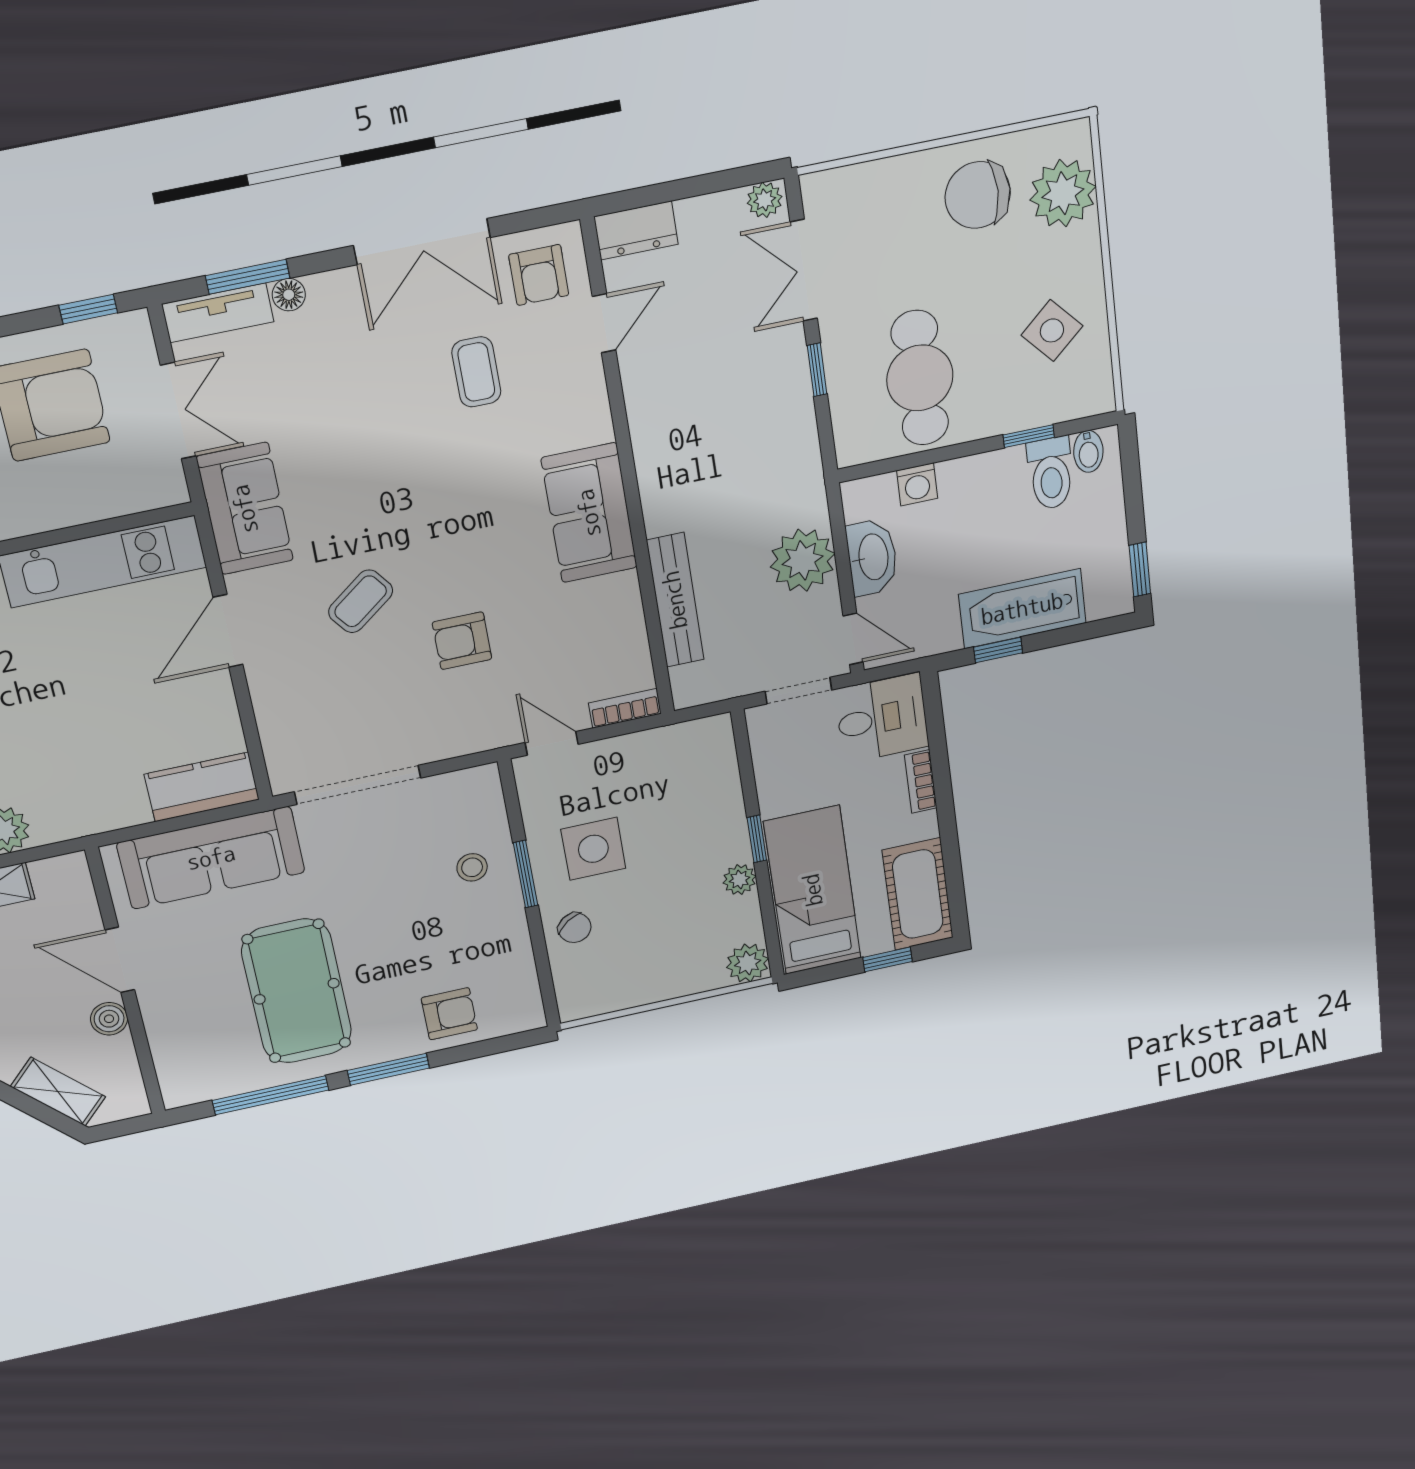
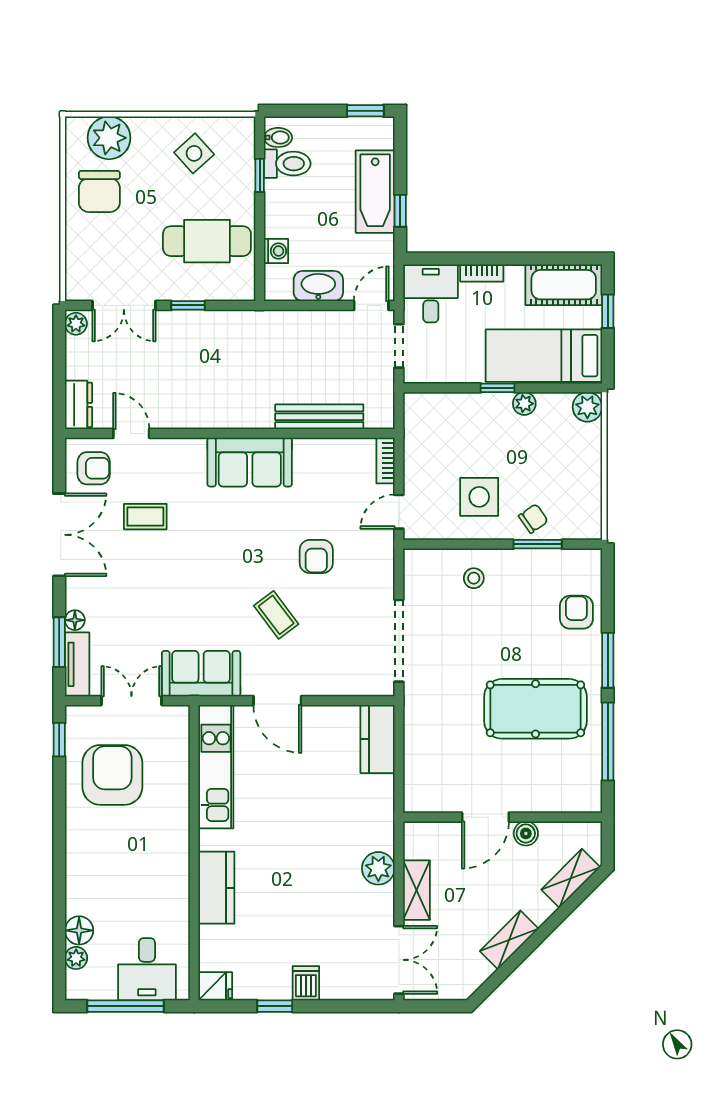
plant: (803, 560) -> (311, 331), removed
sofa: (211, 858) -> (428, 744), removed
window: (526, 874) -> (538, 544), moved

